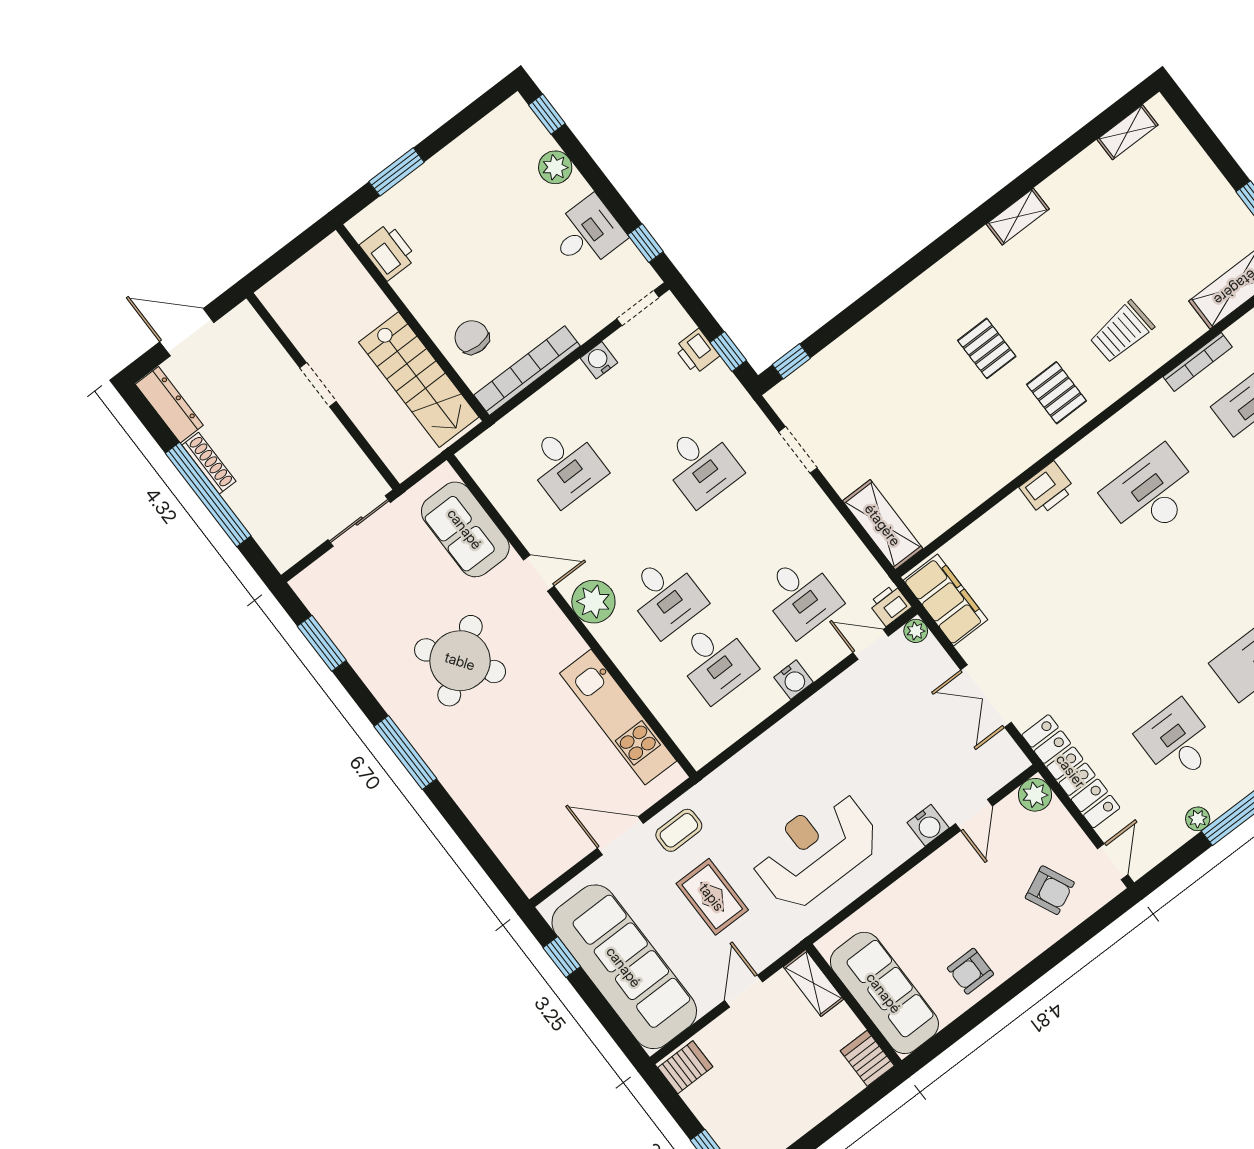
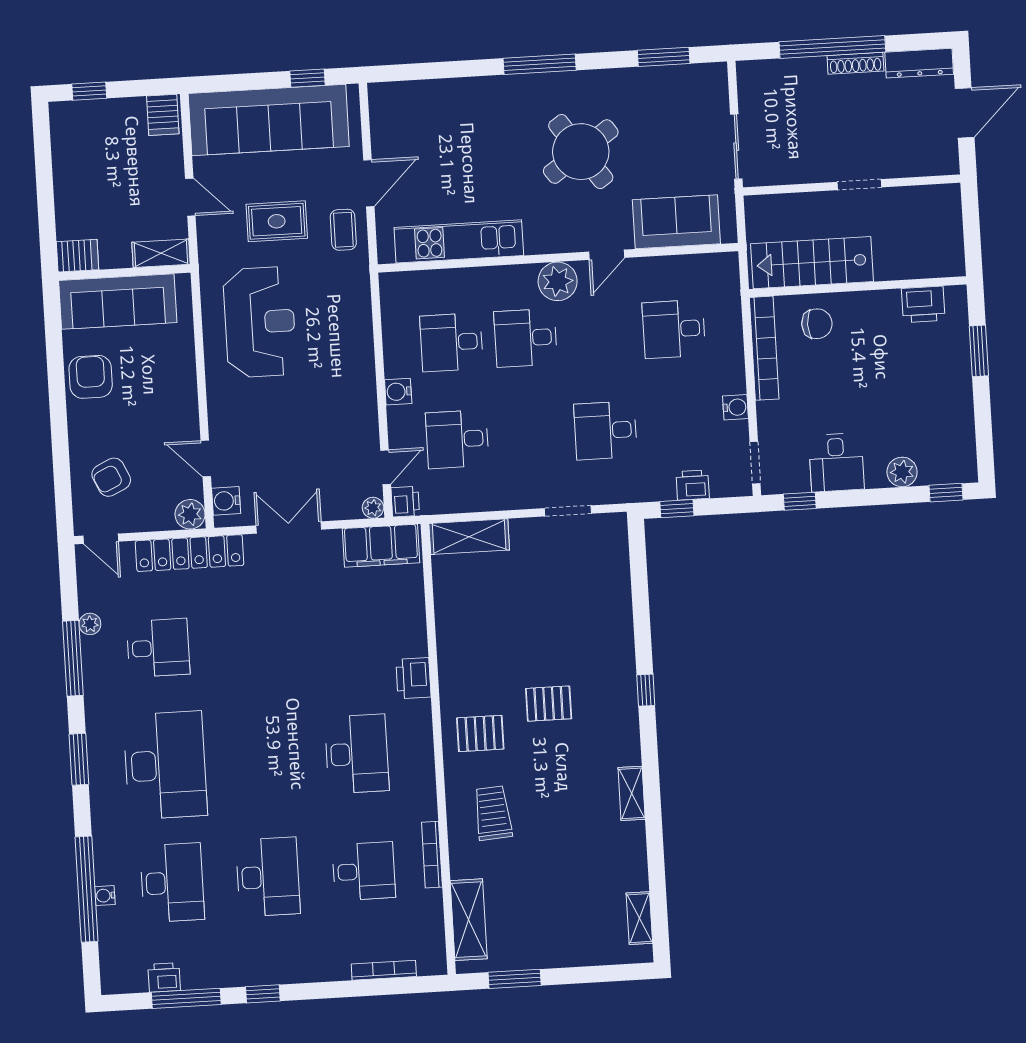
window: (791, 361) -> (646, 690), moved
water cooler: (928, 825) -> (226, 501), moved
armchair: (970, 971) -> (91, 377), width x1.38, depth x1.38

